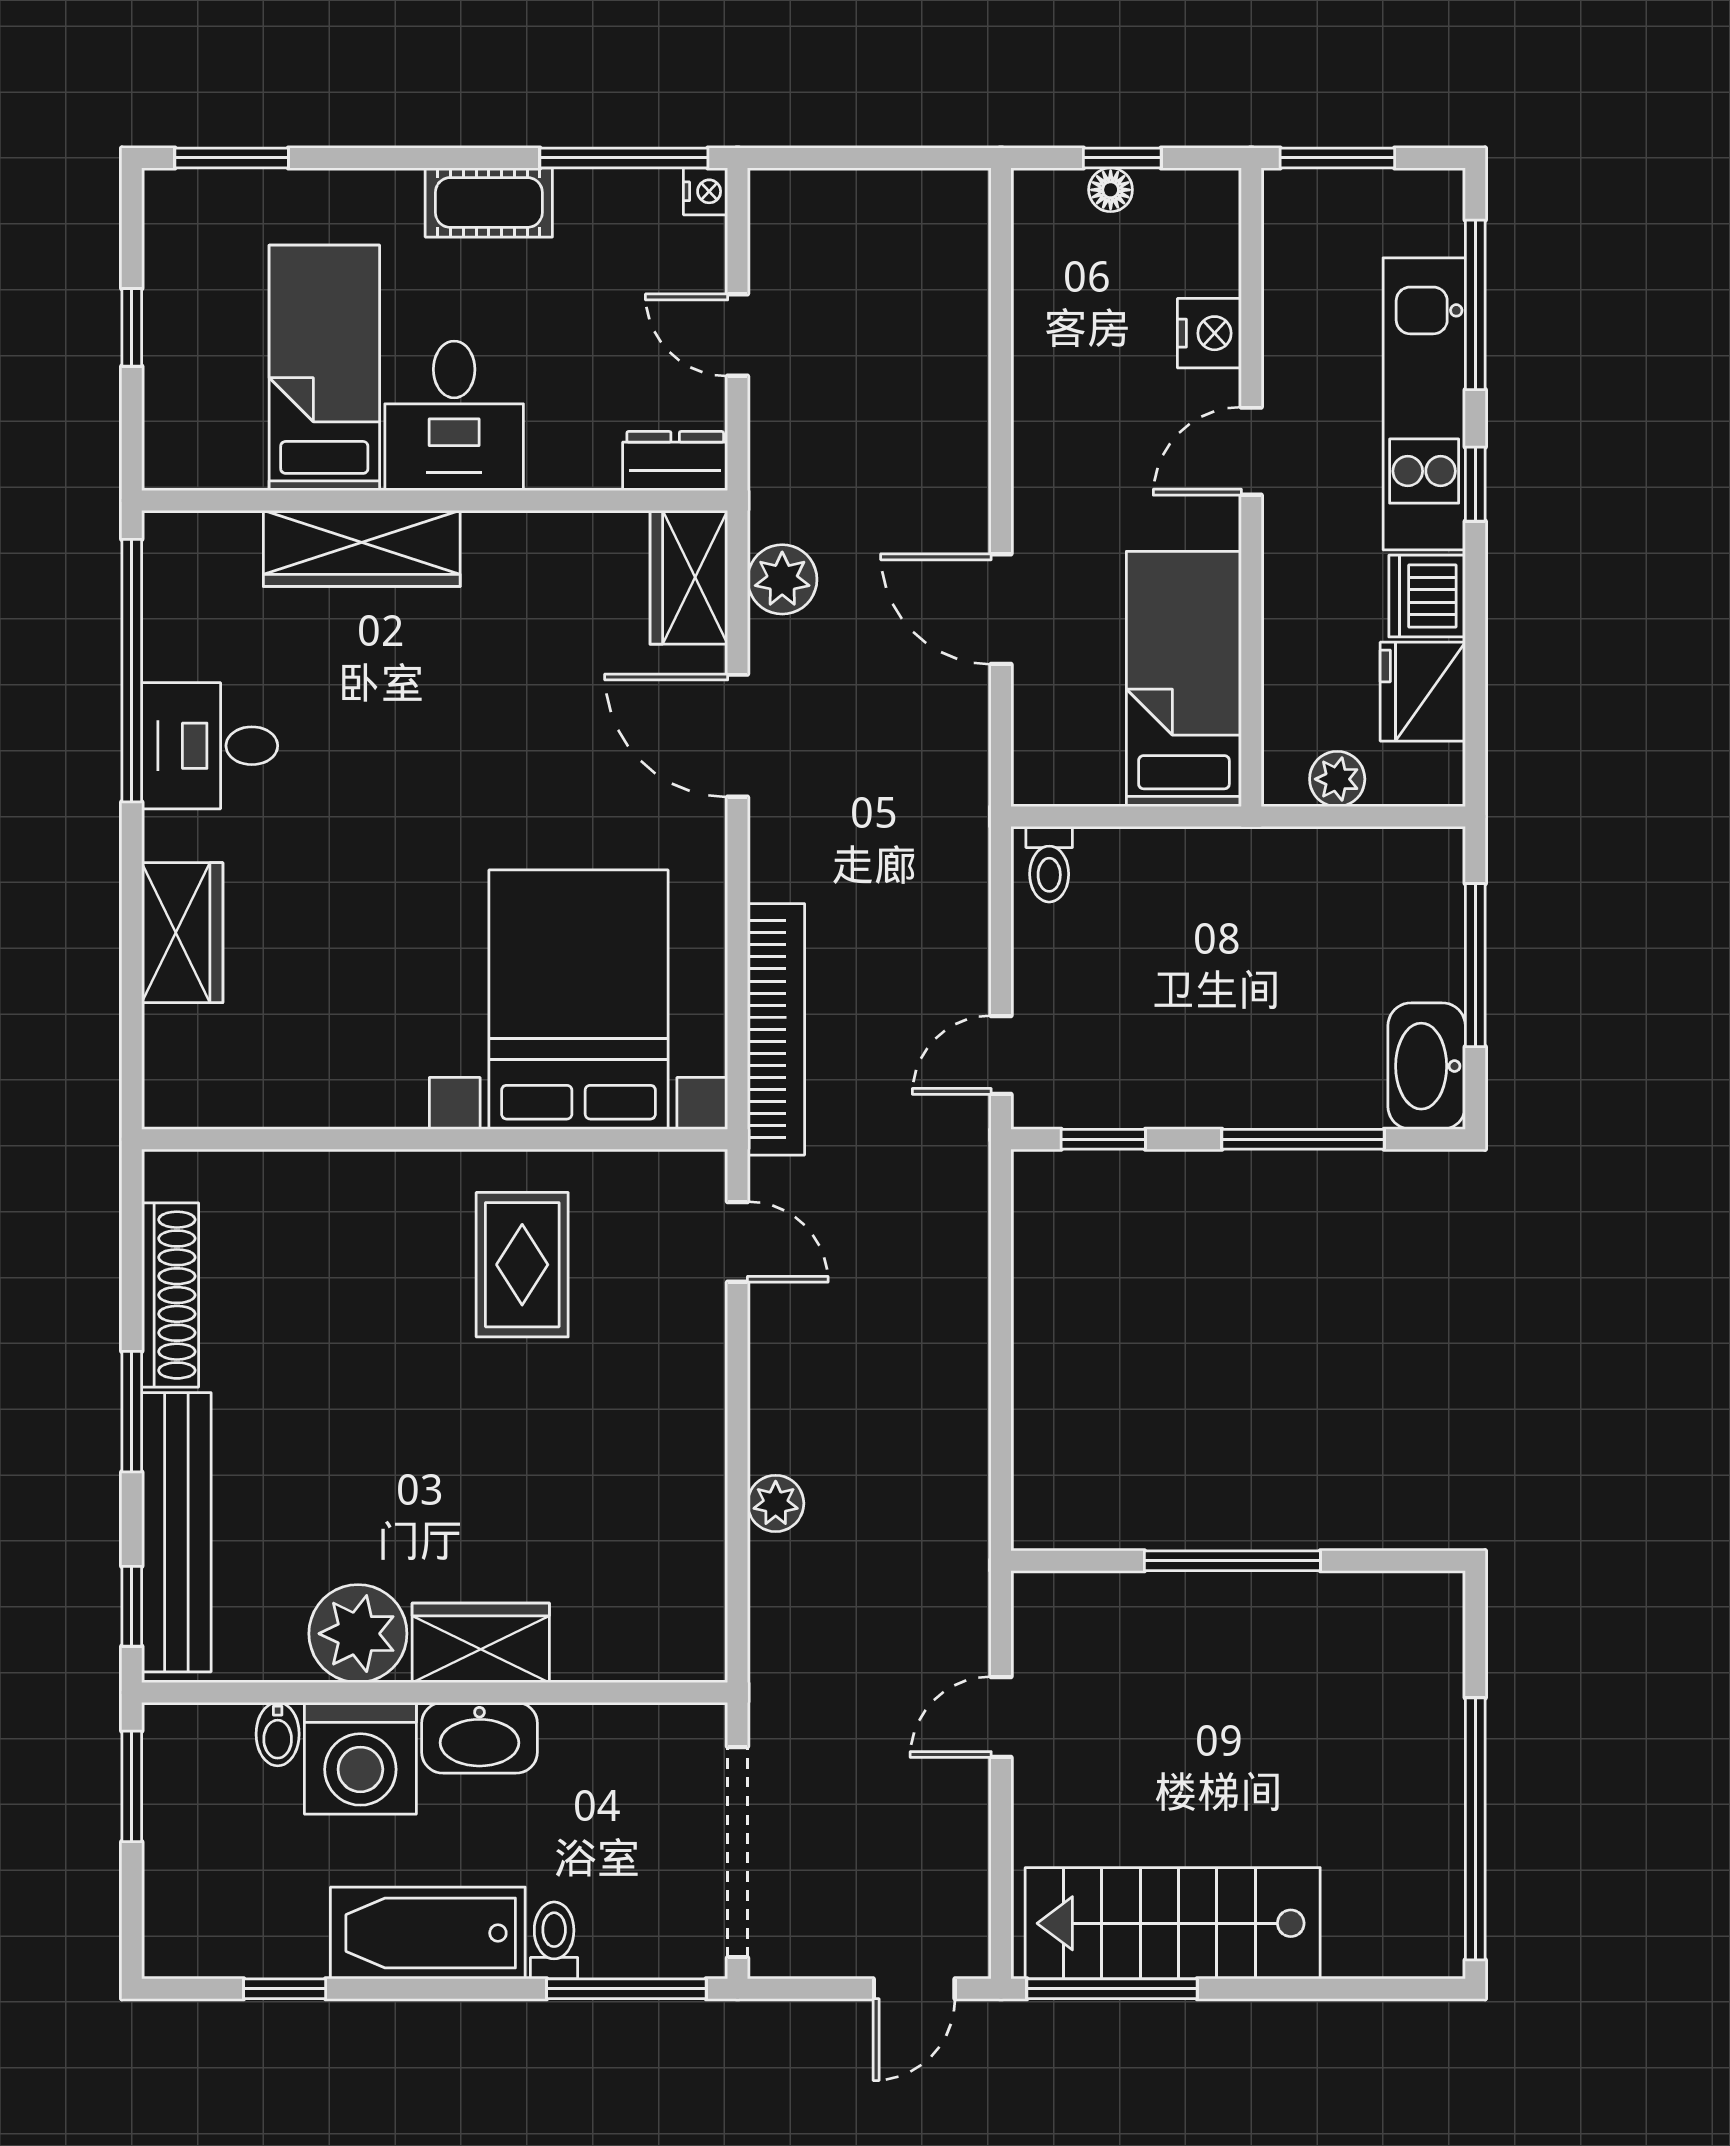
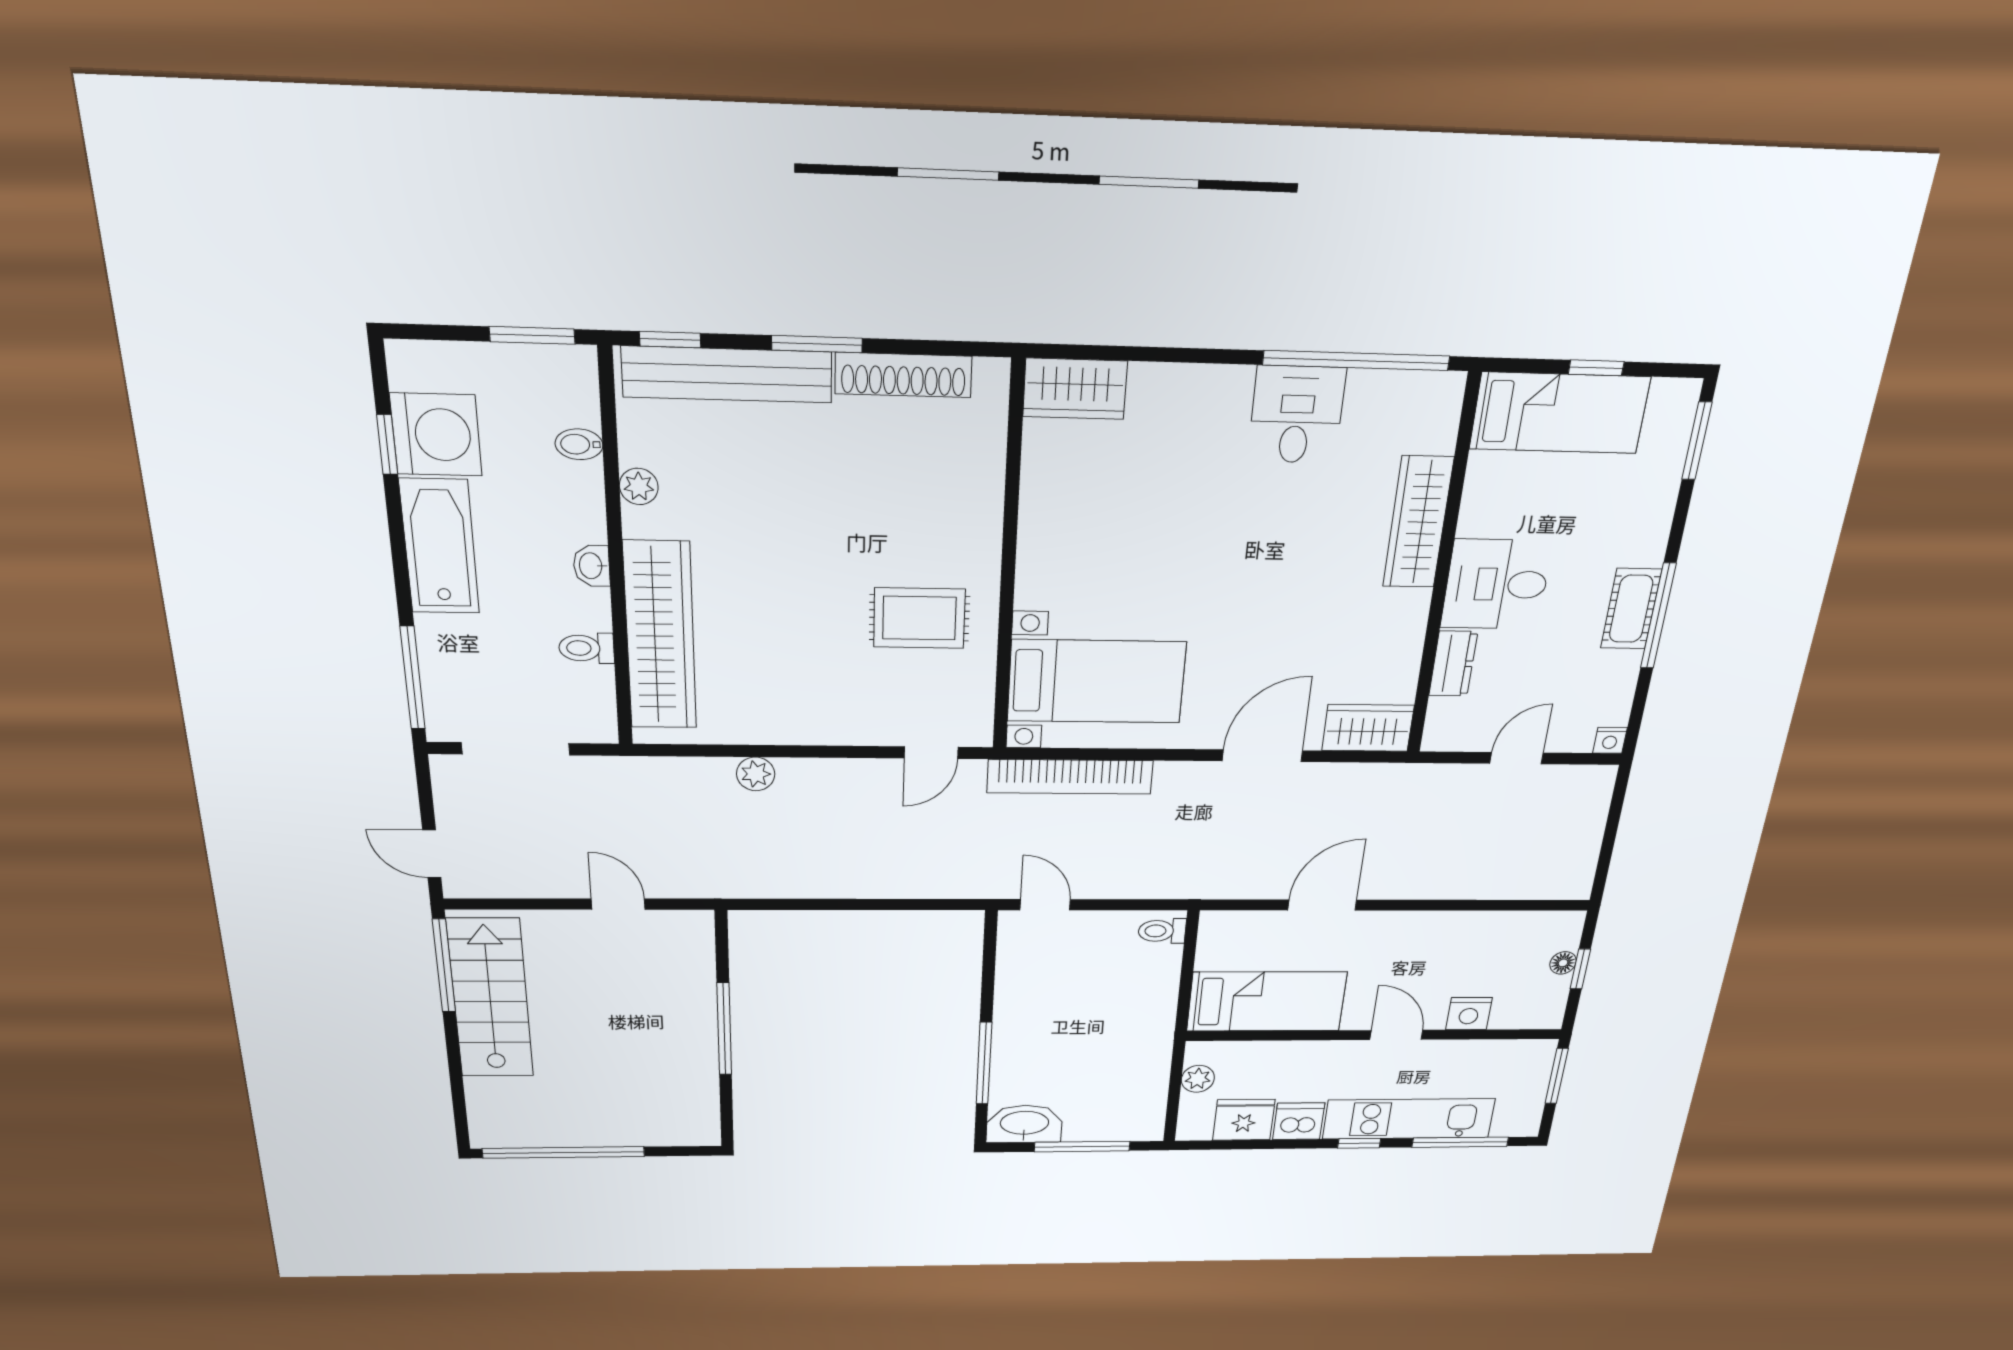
window: (624, 158) -> (1658, 616), moved
bed: (324, 368) -> (1560, 413), moved
dresser: (675, 461) -> (1453, 664), moved
plant: (782, 579) -> (1358, 783), removed
wardrobe: (182, 933) -> (1075, 389), moved
bed with nightstands: (579, 1000) -> (1096, 681), width x0.73
window: (1103, 1139) -> (989, 960), removed
plant: (358, 1634) -> (639, 486), width x0.53, depth x0.53
wardrobe: (481, 1643) -> (660, 636), width x2.10, depth x1.17
washbasin: (479, 1738) -> (592, 566), width x0.52, depth x0.69
washing machine: (360, 1758) -> (436, 435), moved, turned 180
doorway: (738, 1852) -> (516, 749), width x0.73
toilet: (554, 1940) -> (587, 648), moved, turned 180

